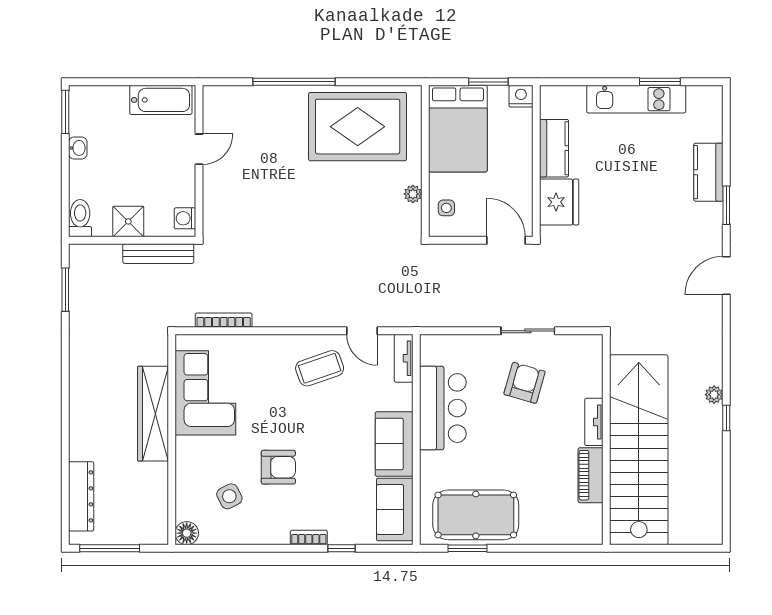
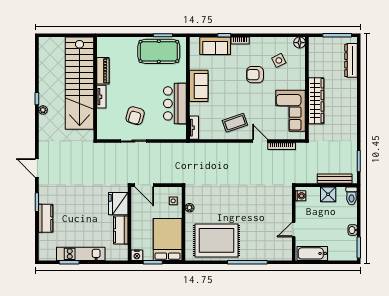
bench: (158, 254) -> (335, 179), moved
door: (726, 275) -> (37, 168), swing flipped
door: (362, 331) -> (260, 141), moved
sofa: (395, 509) -> (215, 46), moved, turned 90

